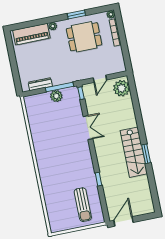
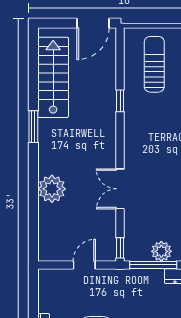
plant: (122, 88) -> (52, 189), moved
stairs: (134, 152) -> (53, 77), moved

